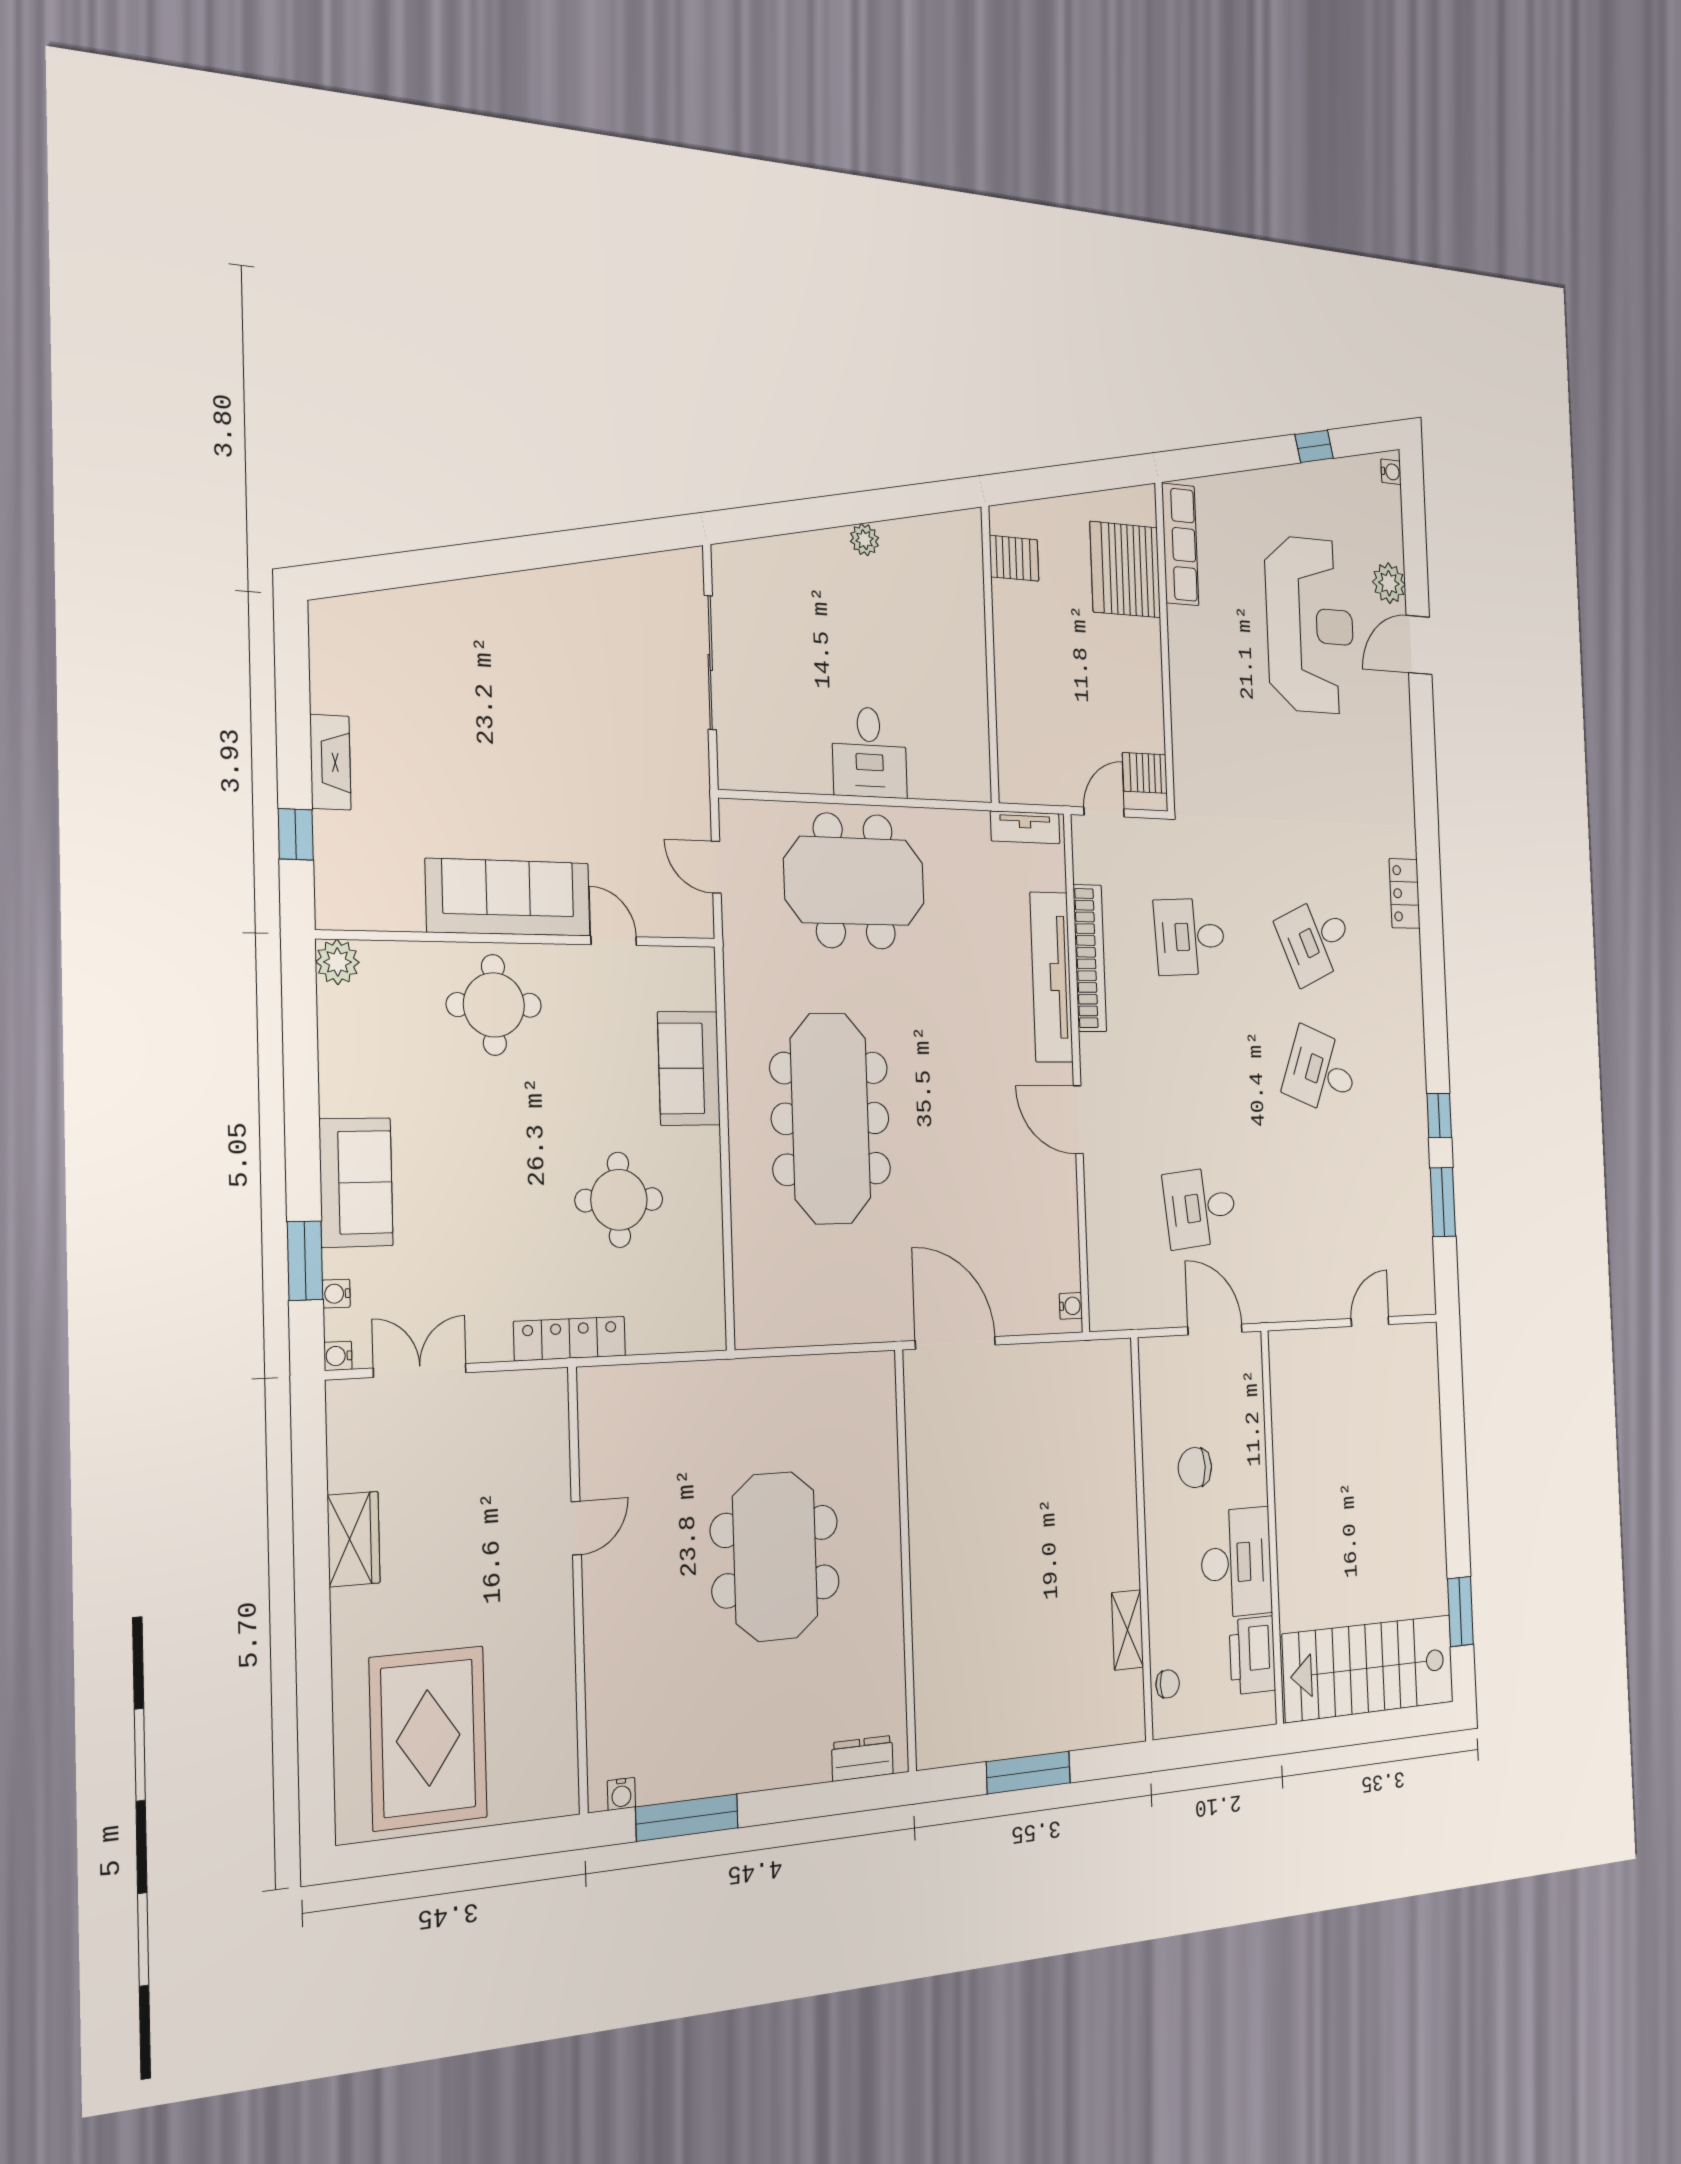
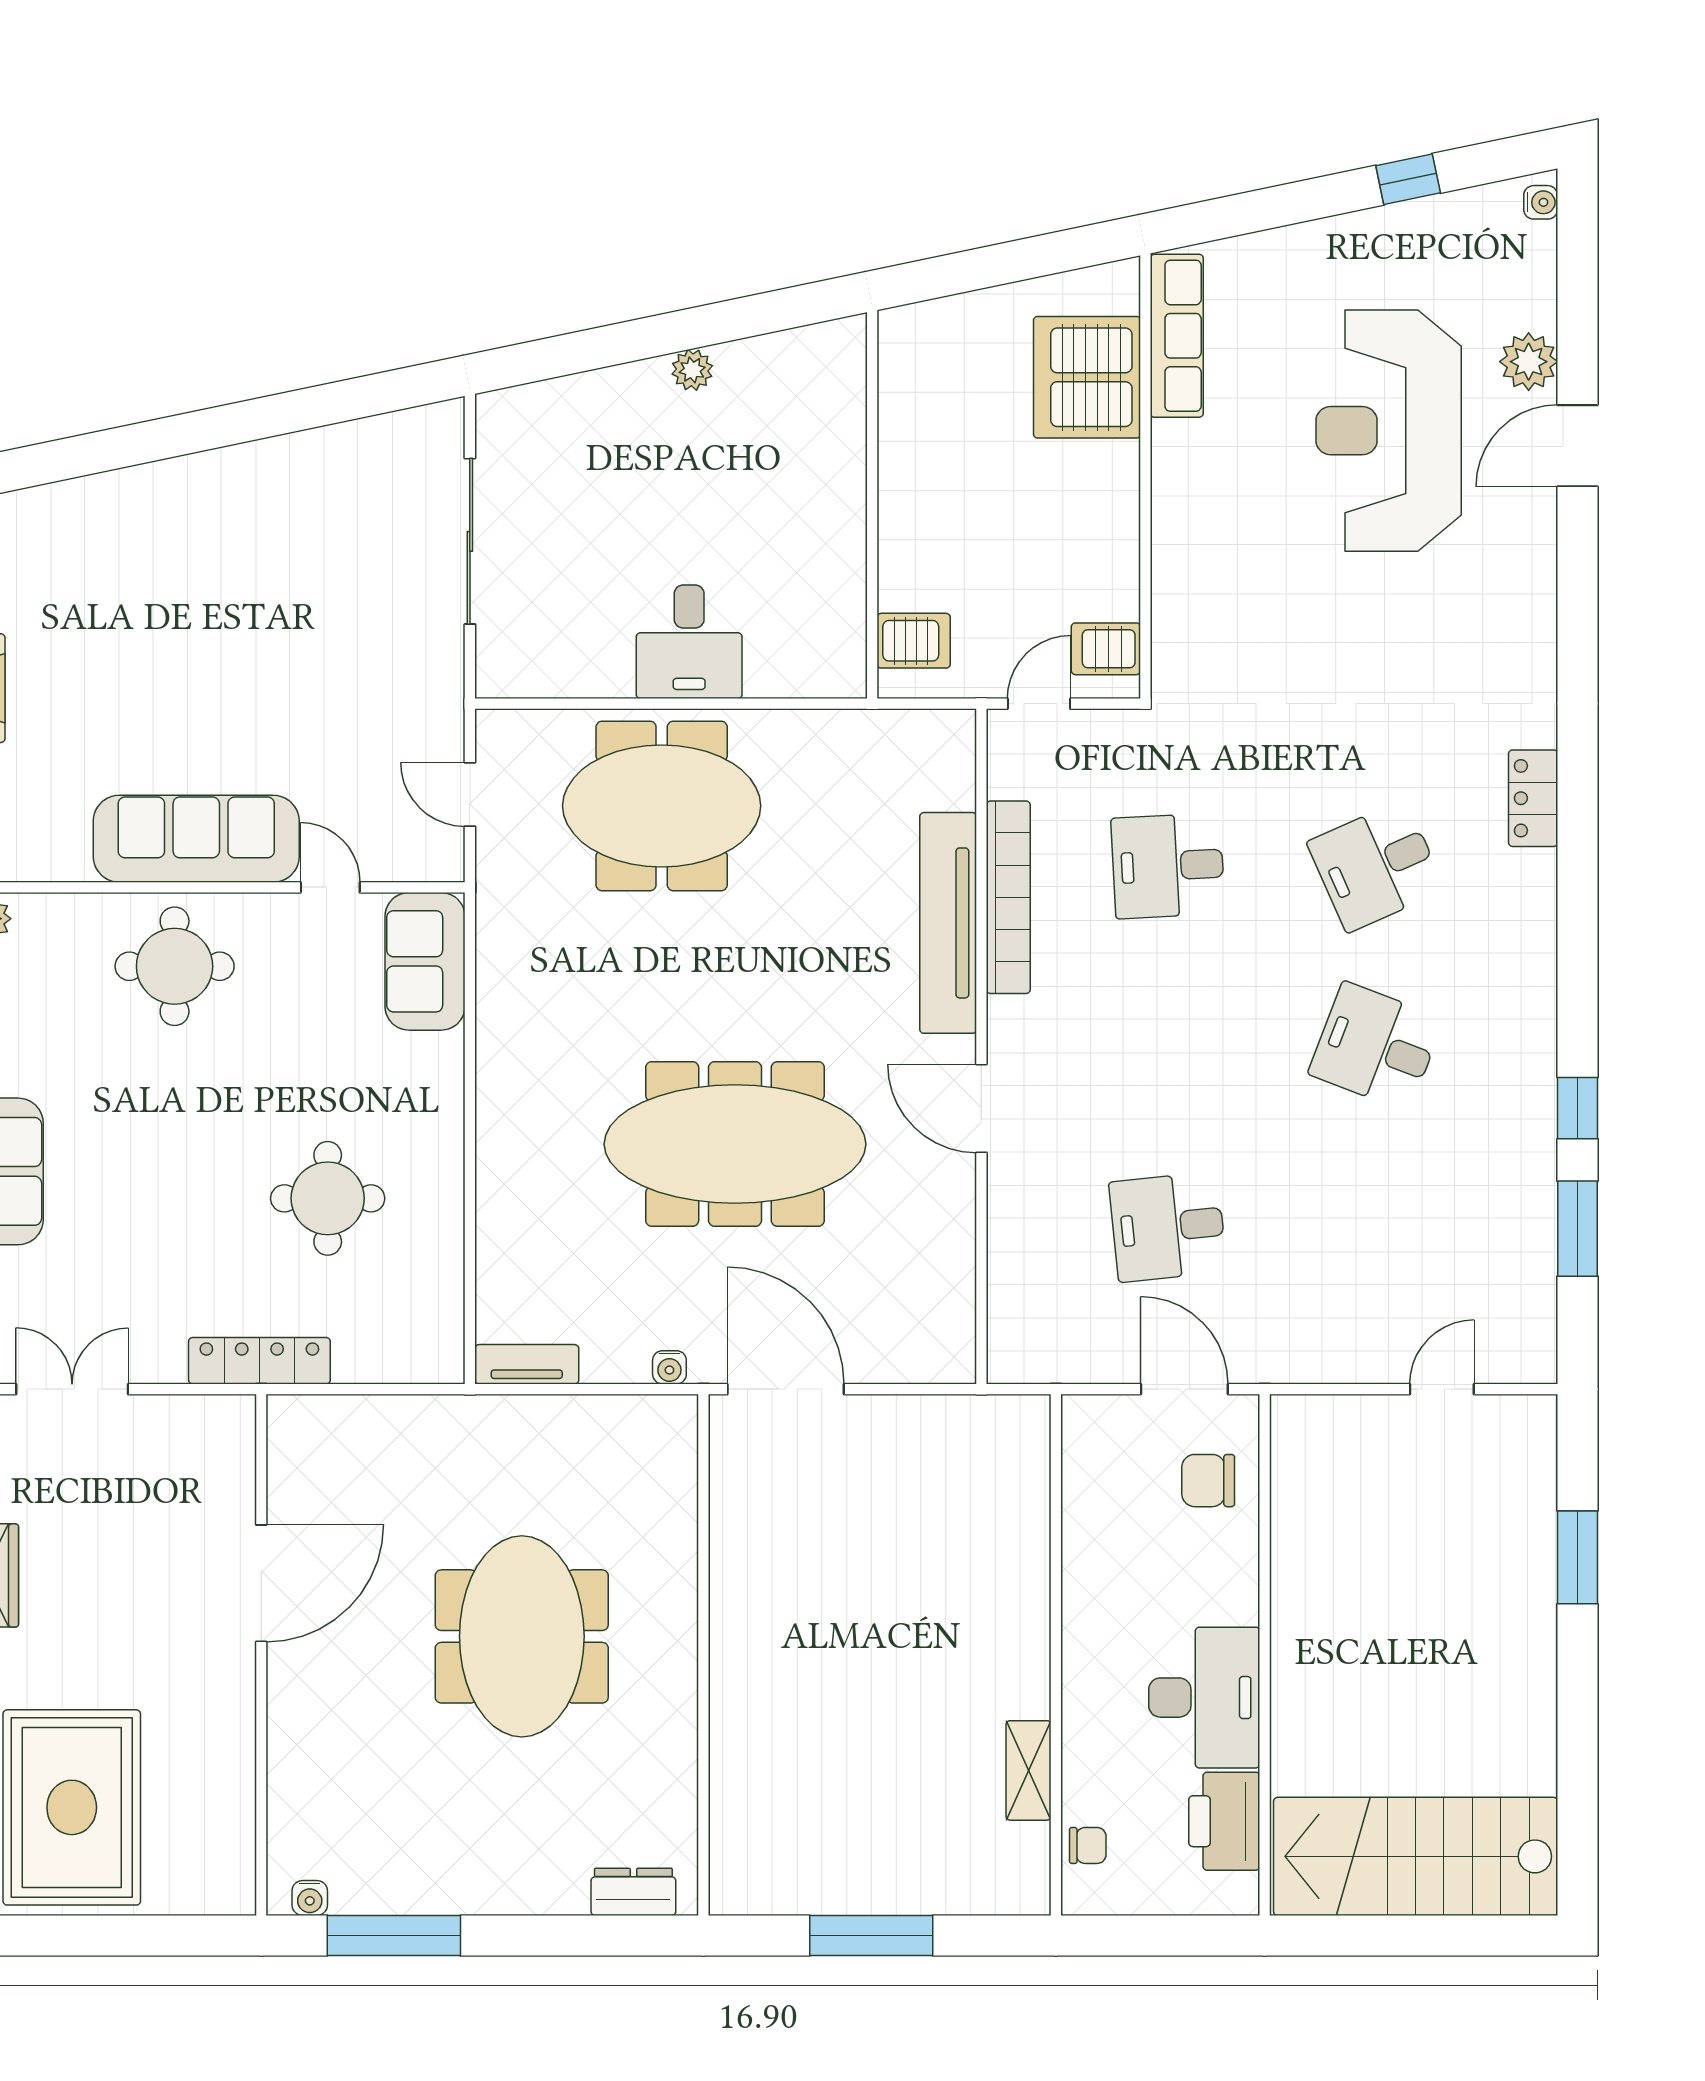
server rack: (1014, 558) -> (914, 641), moved
reception desk: (1310, 625) -> (1389, 431), turned 180
tv unit: (1025, 827) -> (527, 1364), moved, turned 180
sofa: (689, 1068) -> (425, 961), moved
meeting table: (830, 1118) -> (735, 1144), moved, turned 90
water cooler: (1071, 1306) -> (669, 1367), moved, turned 90
chair: (1195, 1468) -> (1208, 1481), moved
door: (576, 1528) -> (261, 1583), width x1.88
window: (1460, 1612) -> (1577, 1557), moved

